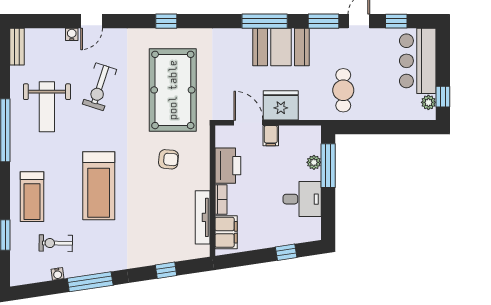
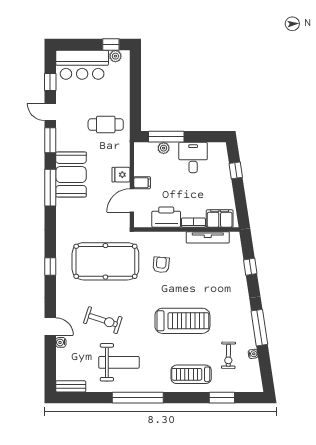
fridge: (281, 105) -> (121, 175), width x0.53, depth x0.75
treadmill: (32, 197) -> (191, 374), turned 180

